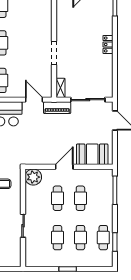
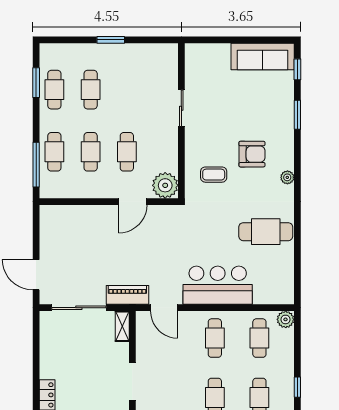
booth: (92, 154) -> (72, 221), removed
door: (64, 167) -> (133, 202), moved
cafe table: (58, 238) -> (54, 152), moved

